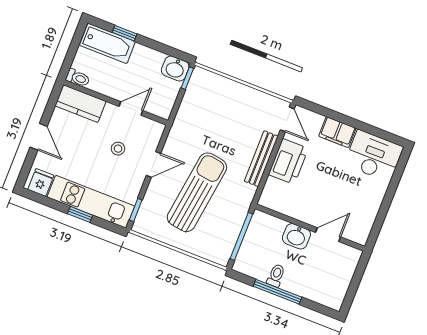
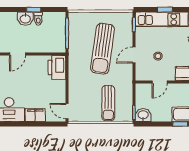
sun lounger: (220, 107) -> (108, 103), added
bench: (261, 159) -> (73, 83), removed
printer: (288, 161) -> (57, 67), moved
washbasin: (296, 236) -> (25, 19), moved, turned 180
window: (278, 292) -> (34, 10), width x0.46

